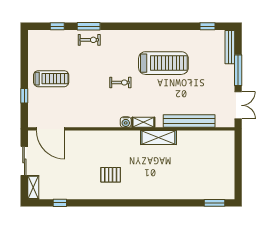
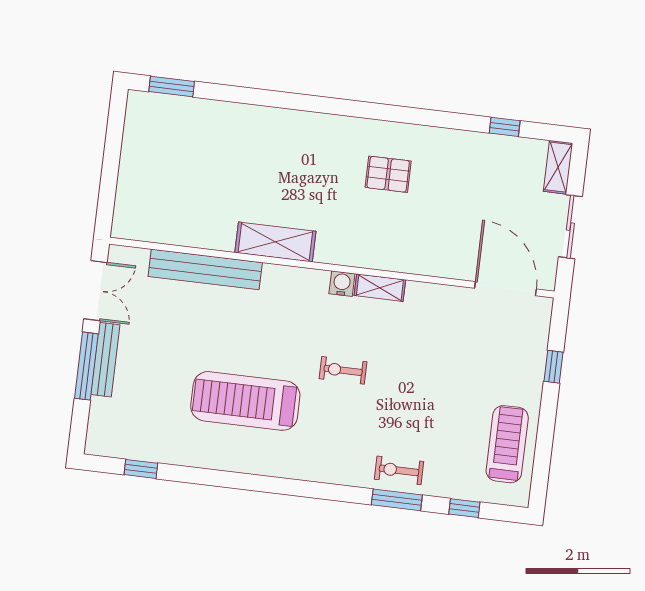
bench: (230, 47) -> (105, 360), moved
treadmill: (51, 79) -> (507, 444), moved, turned 90
double door: (238, 105) -> (95, 291), swing flipped
shelving: (143, 122) -> (380, 288), moved

